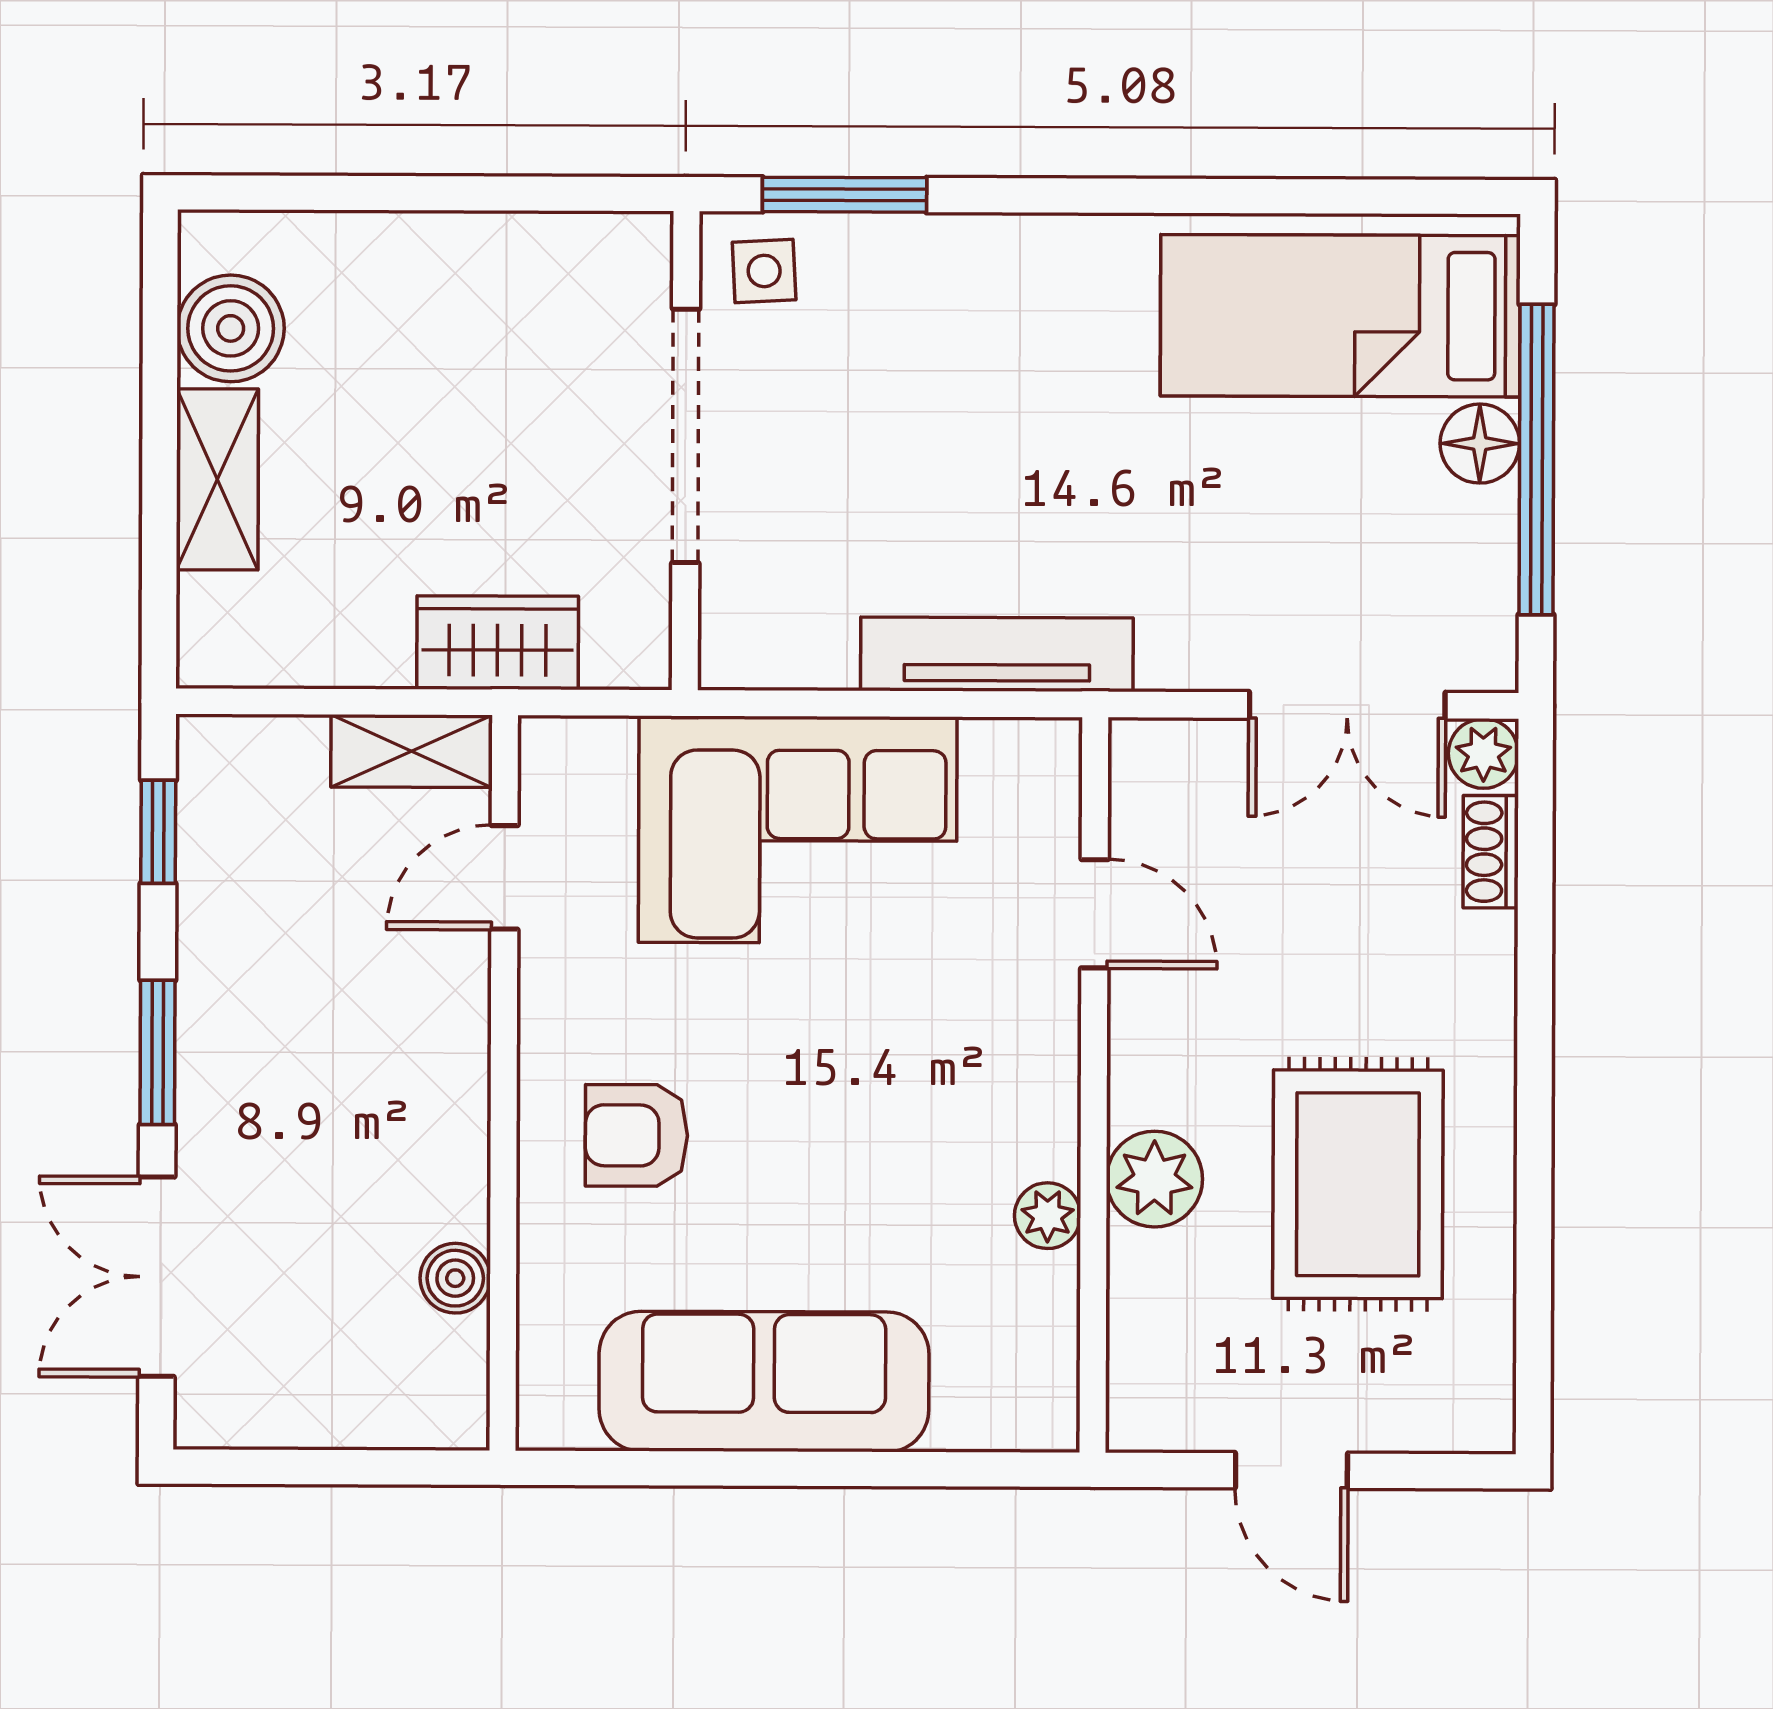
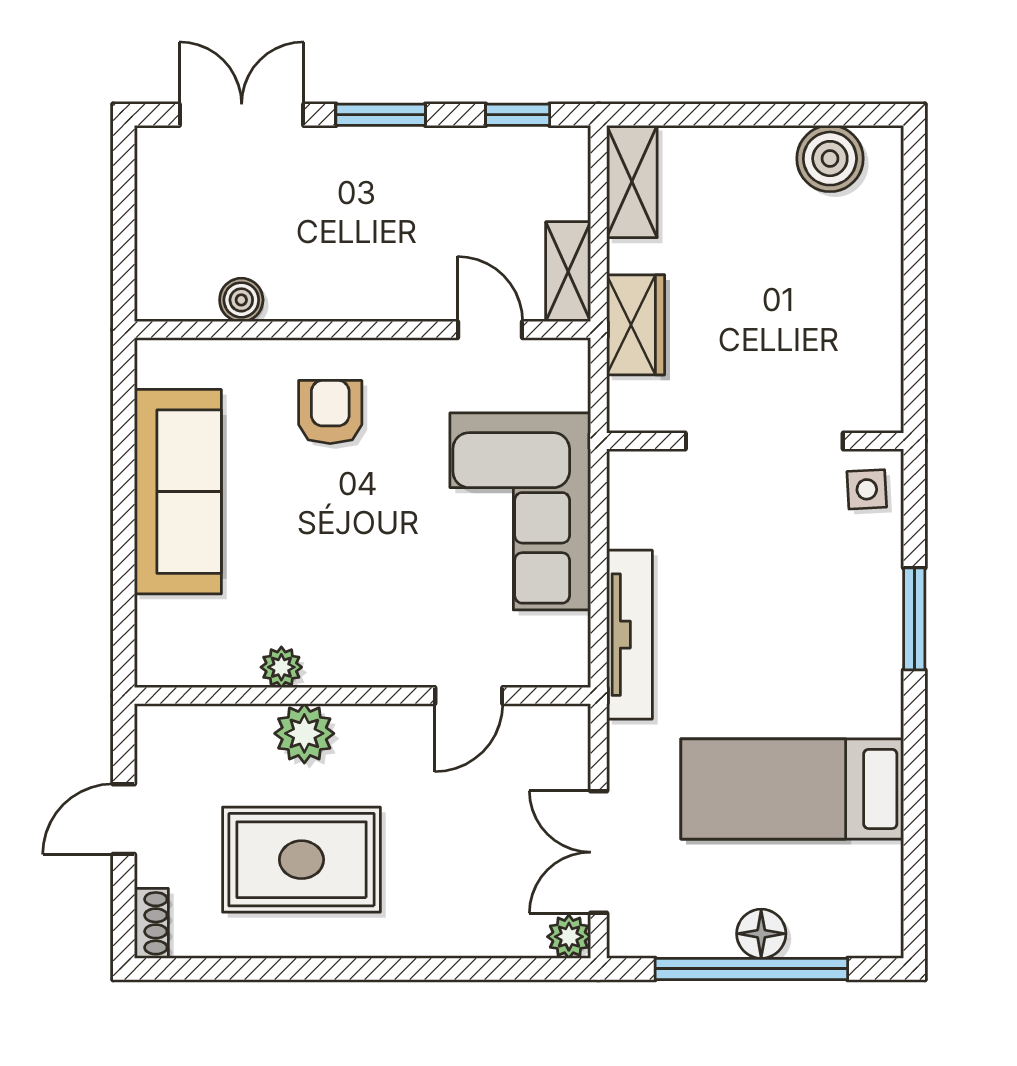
window: (845, 195) -> (914, 619), moved
bed: (1340, 316) -> (792, 789), moved, turned -90
shelving: (217, 479) -> (632, 182), moved, turned 90
shoe rack: (1491, 852) -> (151, 923), moved, turned 90

